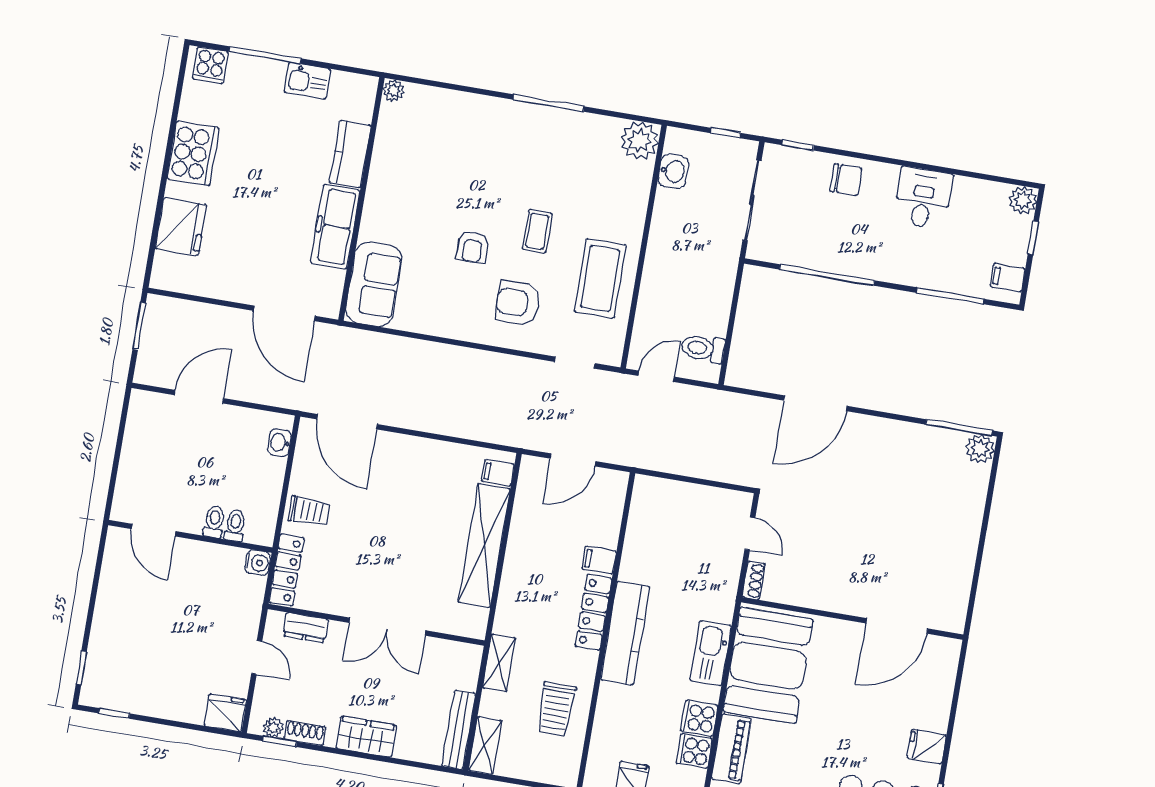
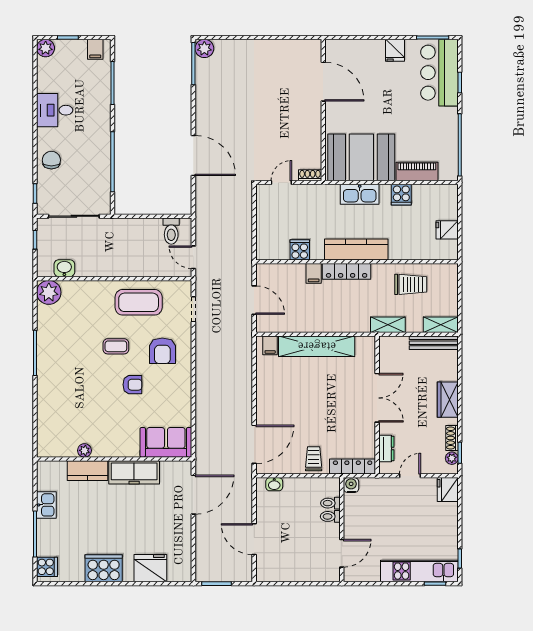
plant: (393, 90) -> (84, 450), moved
kitchen unit: (105, 647) -> (419, 571), added
cooker: (694, 751) -> (300, 250), moved, turned 180

